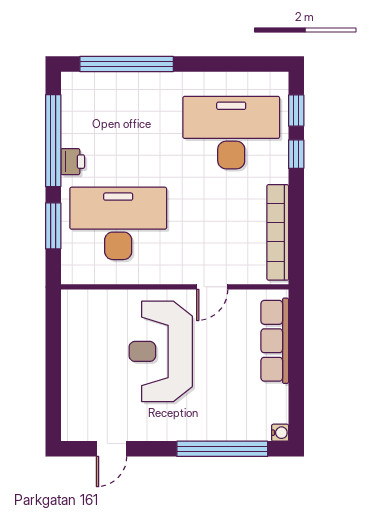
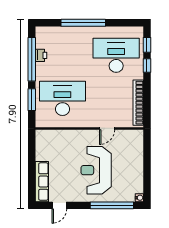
window: (127, 64) -> (83, 23), moved
printer: (73, 162) -> (41, 55), moved
row of seats: (275, 341) -> (42, 182), moved, turned 180
reception desk: (161, 351) -> (96, 170), moved

